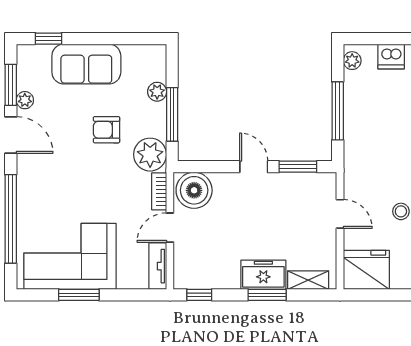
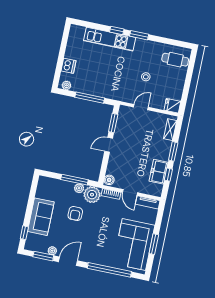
plant: (157, 92) -> (79, 188), moved
boiler: (194, 190) -> (109, 180), width x0.54, depth x0.54
fridge: (366, 270) -> (172, 106), width x0.53, depth x0.75
freezer: (263, 275) -> (159, 172), moved
window: (199, 295) -> (168, 175), moved

